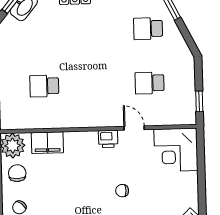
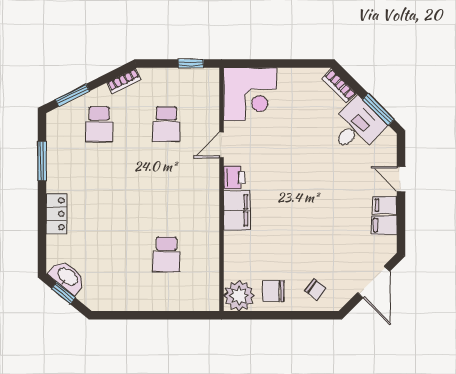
bookcase: (183, 48) -> (124, 81), added
filing cabinet: (47, 143) -> (237, 210), moved
chair: (122, 191) -> (299, 162), removed

